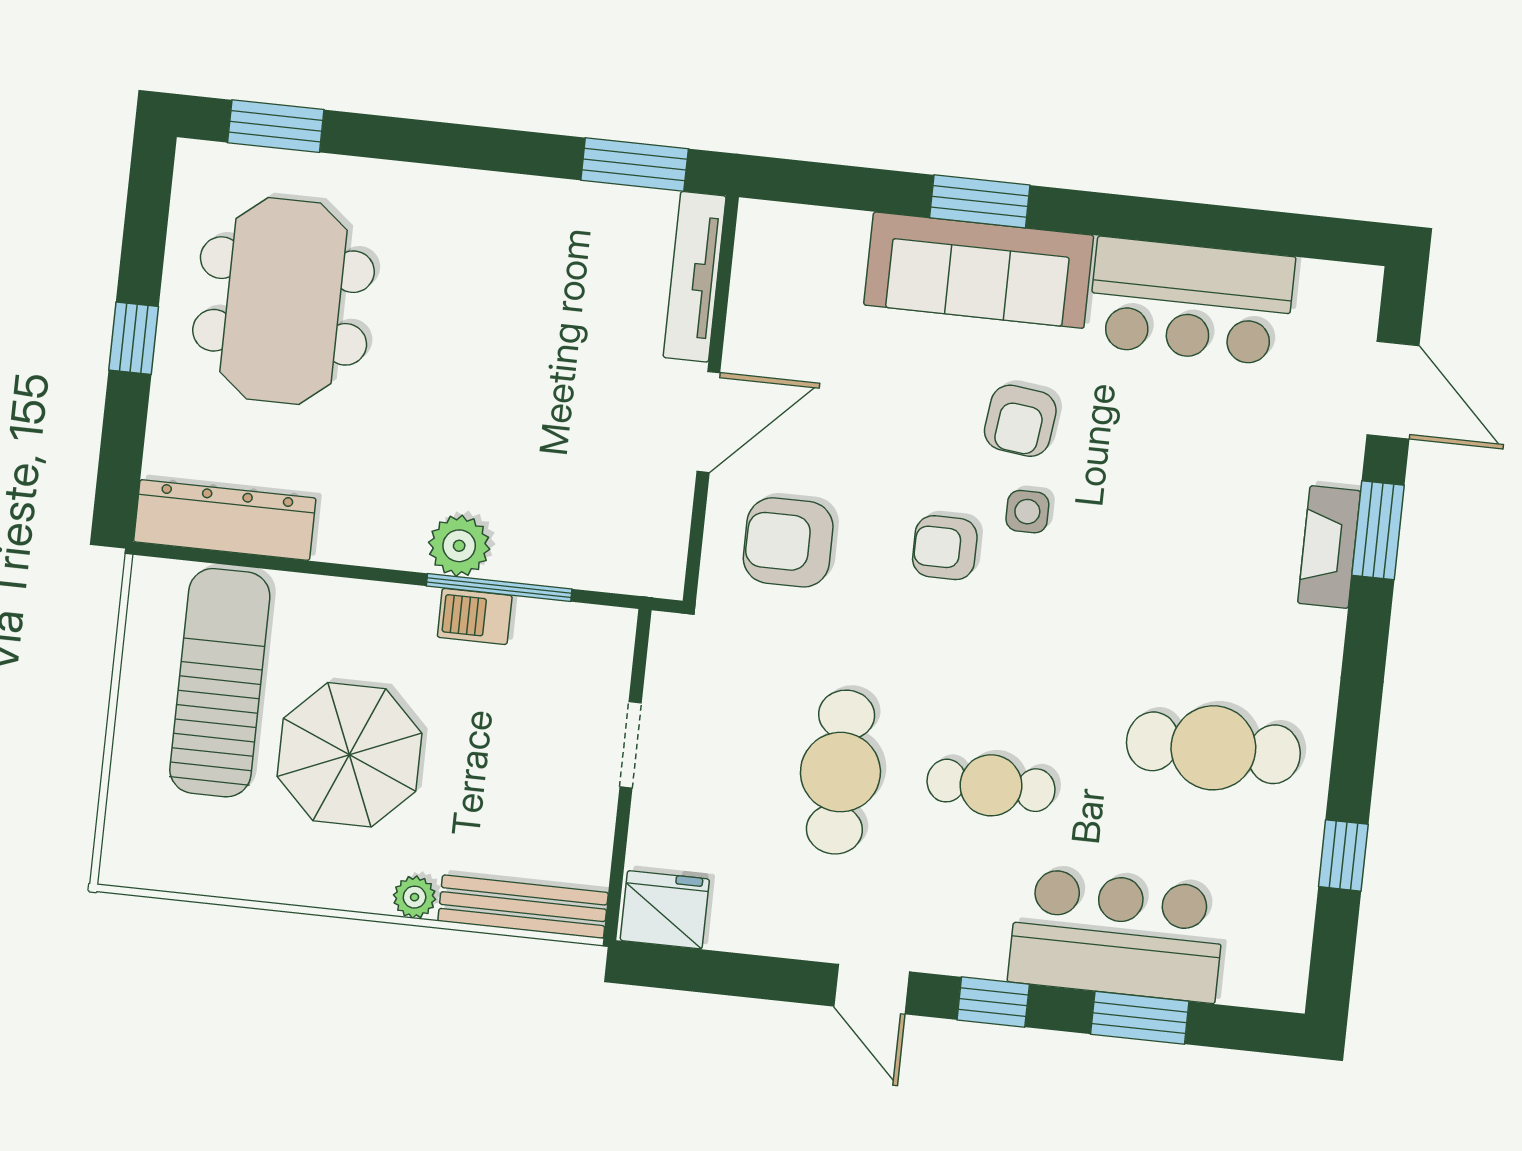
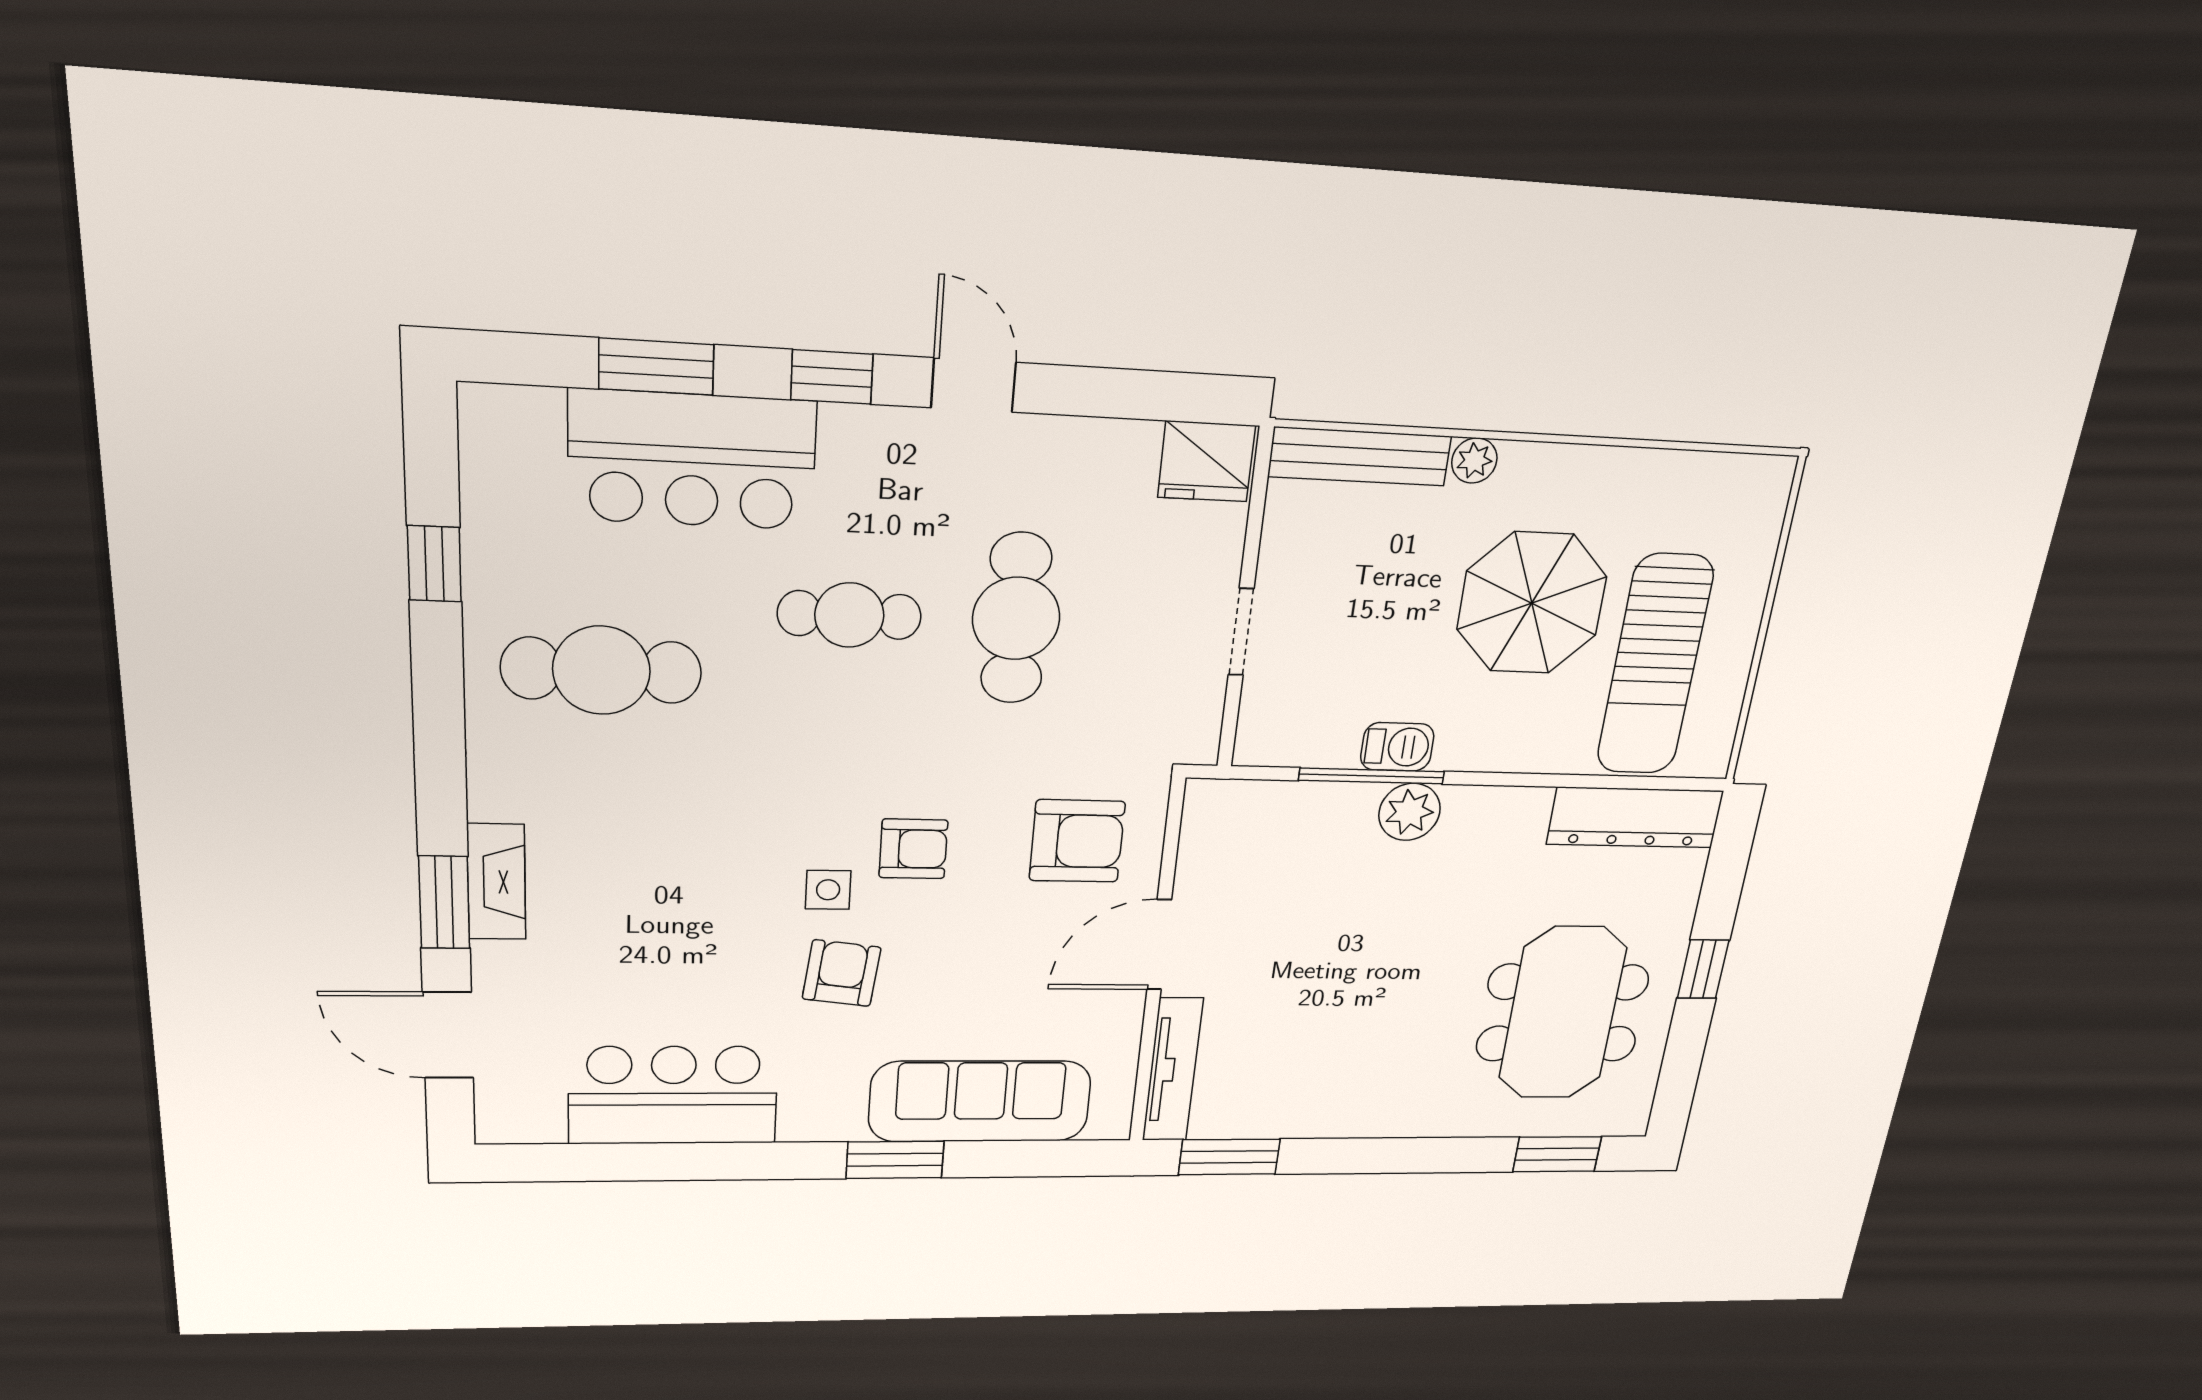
sofa: (979, 270) -> (980, 1101), moved

